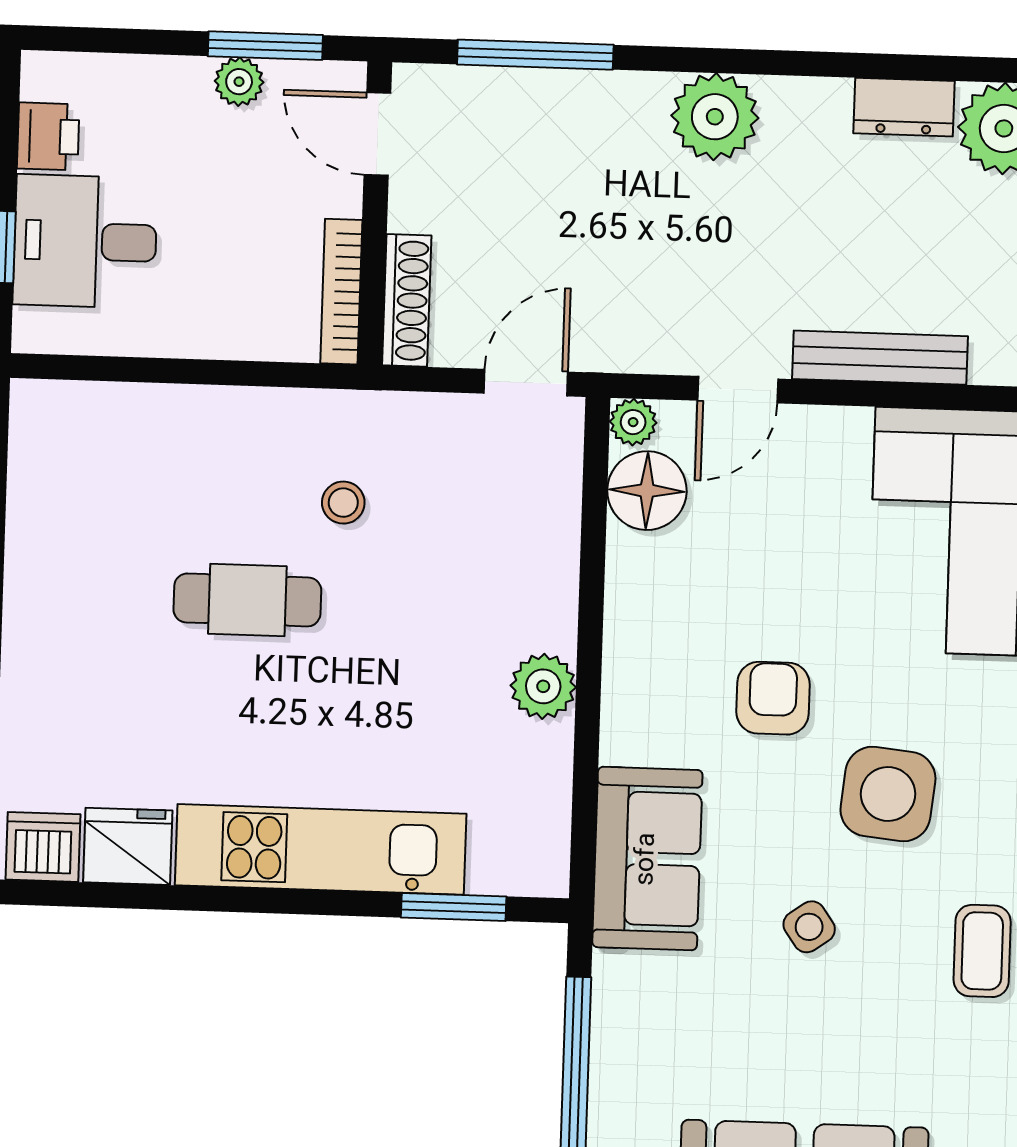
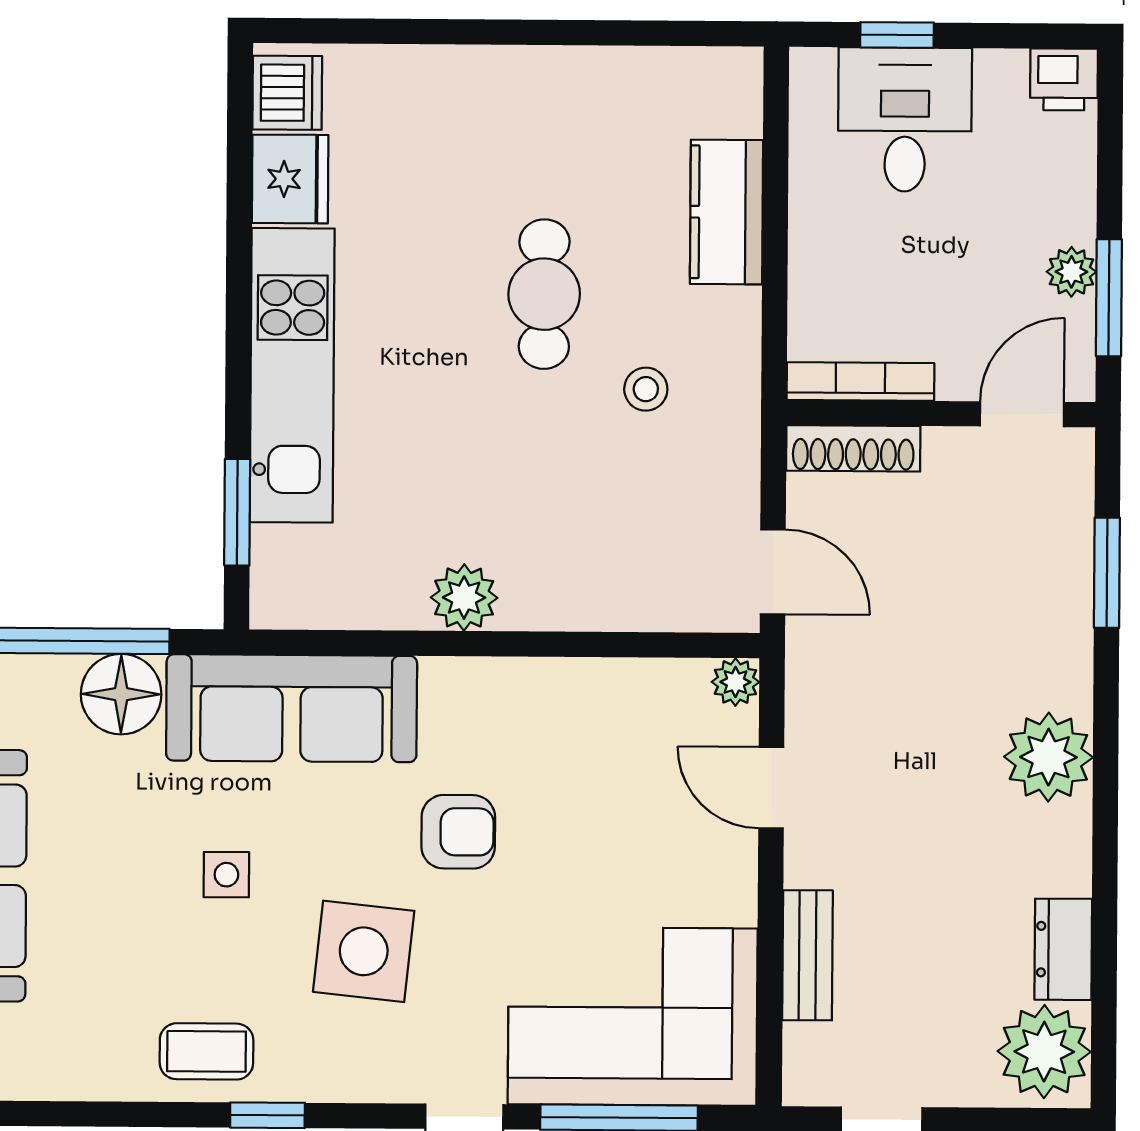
window: (535, 55) -> (1107, 573), width x0.69
printer: (48, 136) -> (1064, 79), moved
bench: (880, 358) -> (808, 955), width x0.73
kitchen counter: (171, 419) -> (727, 212), added
floor lamp: (647, 491) -> (121, 694), moved
sofa: (647, 859) -> (292, 708), width x1.36
side table: (809, 927) -> (226, 875), turned 35

